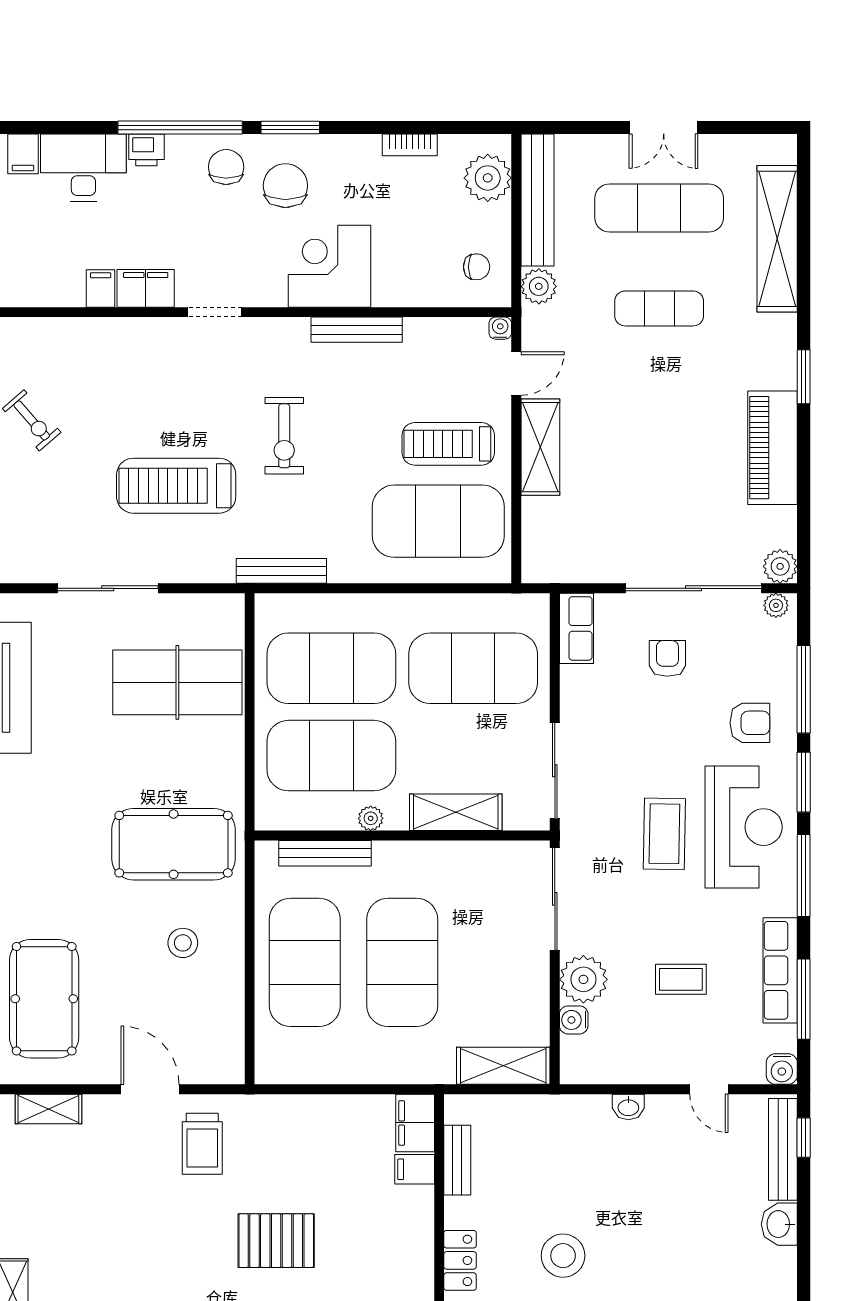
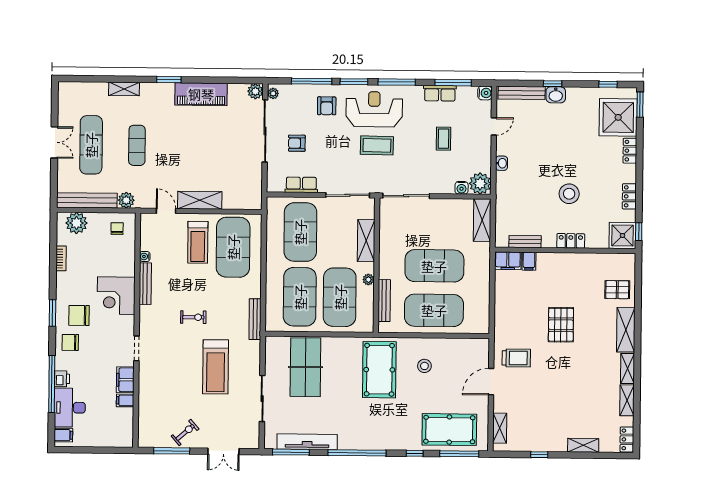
window: (180, 127) -> (52, 384), moved
shelving: (777, 239) -> (124, 89), width x0.45, depth x0.75
water cooler: (500, 328) -> (145, 256), moved
exercise bike: (284, 436) -> (193, 317), width x0.73, depth x0.72
row of seats: (576, 628) -> (301, 185), moved
armchair: (750, 723) -> (327, 106), turned 180
row of seats: (780, 970) -> (440, 93), width x0.68
plant: (583, 979) -> (480, 183), moved
window: (804, 1138) -> (553, 84), moved

